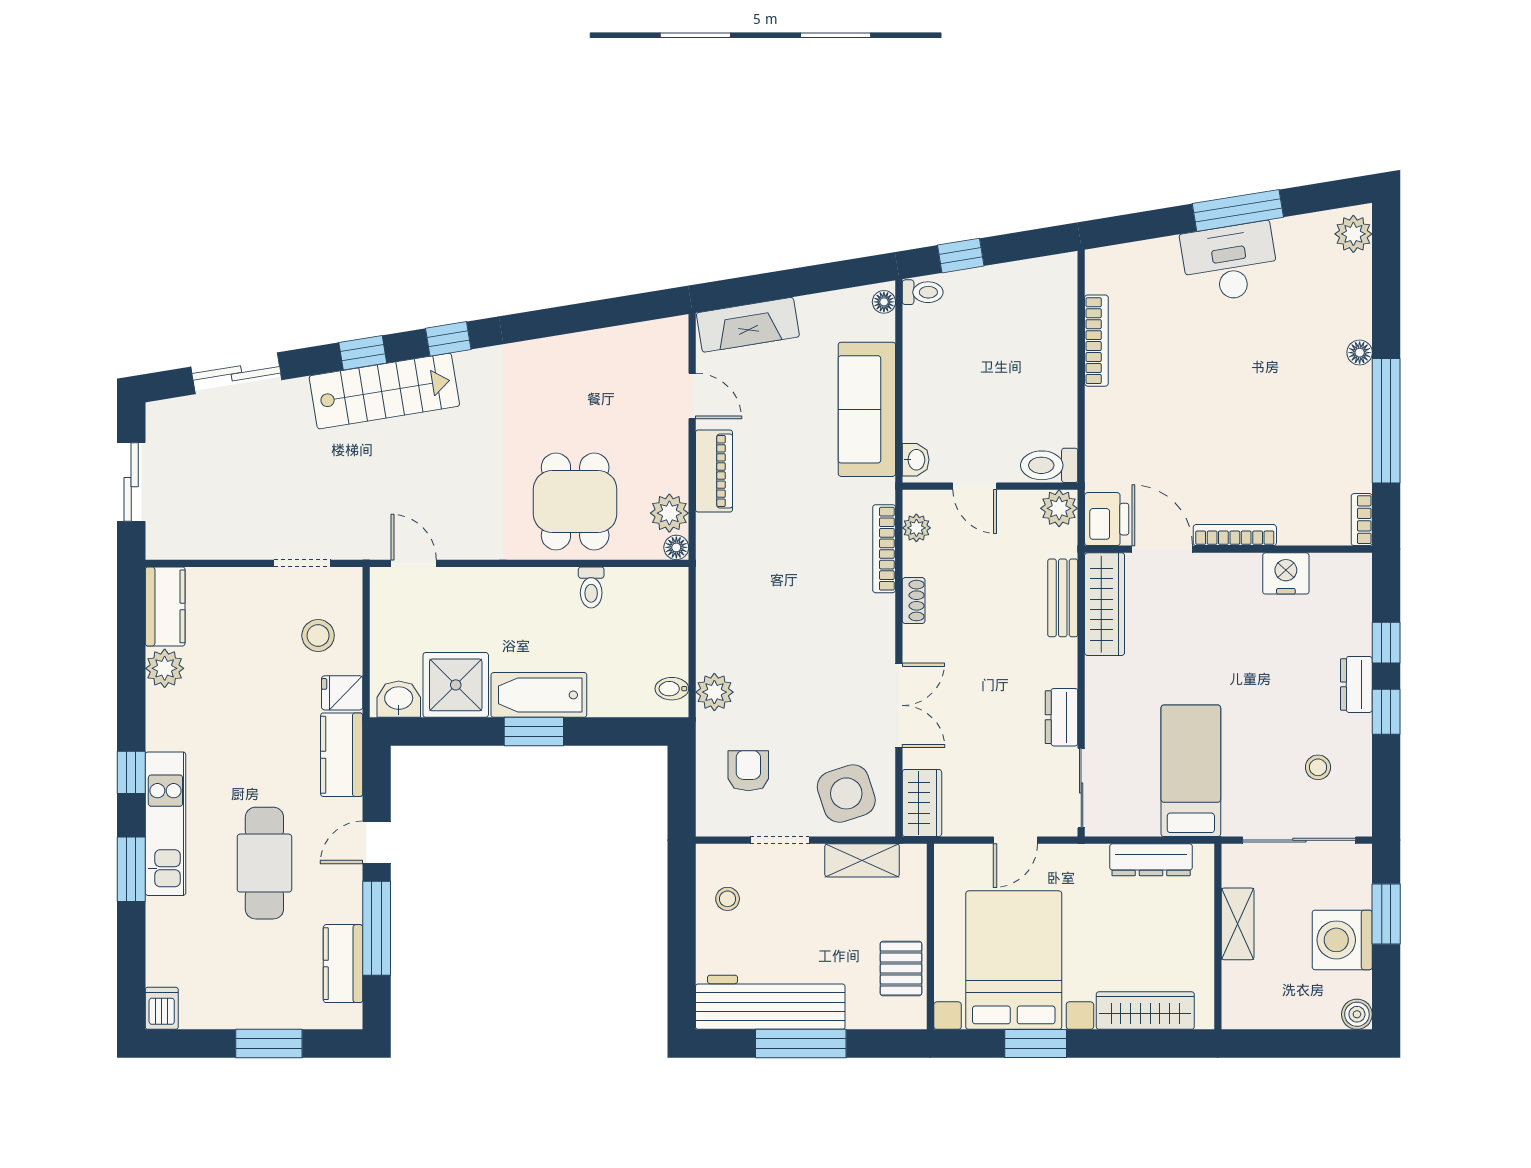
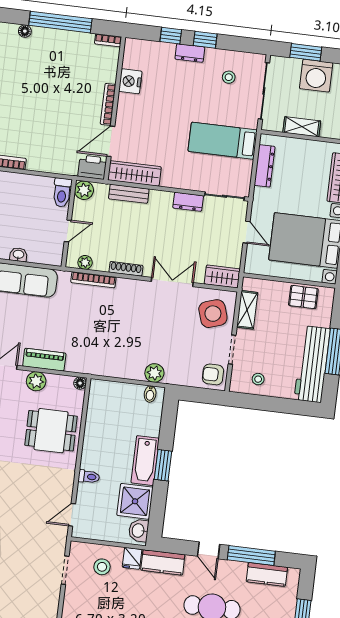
washbasin: (916, 460) -> (18, 255), moved
plant: (669, 513) -> (36, 381), moved
toilet: (591, 587) -> (89, 477), moved
shoe rack: (914, 601) -> (126, 269), width x1.43
armchair: (748, 771) -> (213, 374), moved

